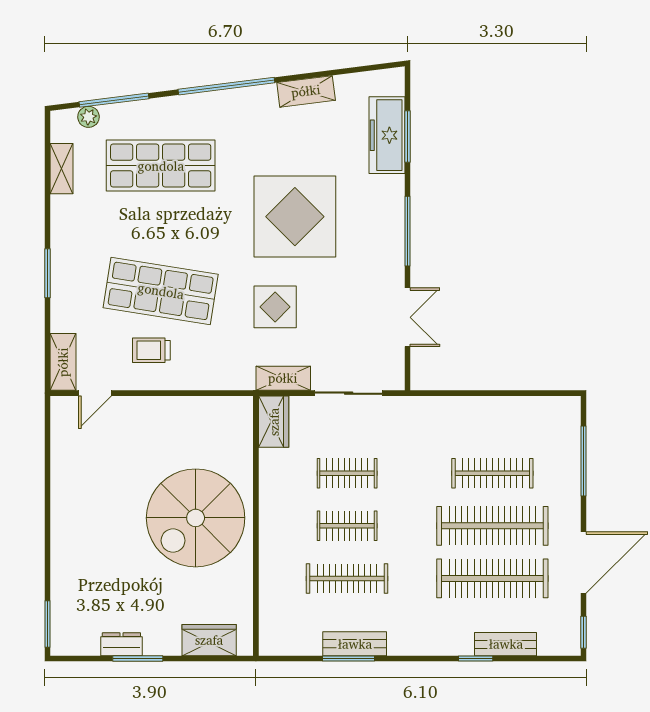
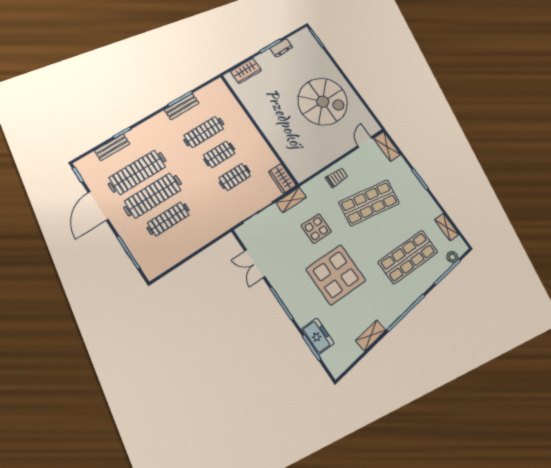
freezer: (387, 135) -> (318, 336), width x0.71
trolley: (151, 350) -> (337, 178), moved
spiral stairs: (196, 518) -> (323, 102), moved, turned 90

